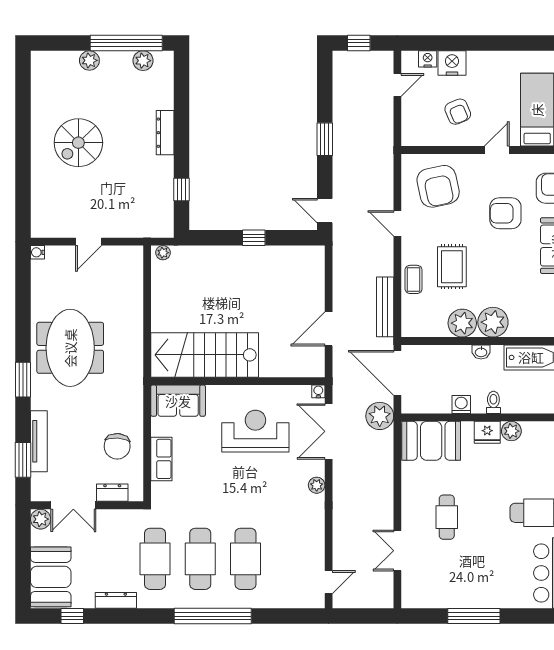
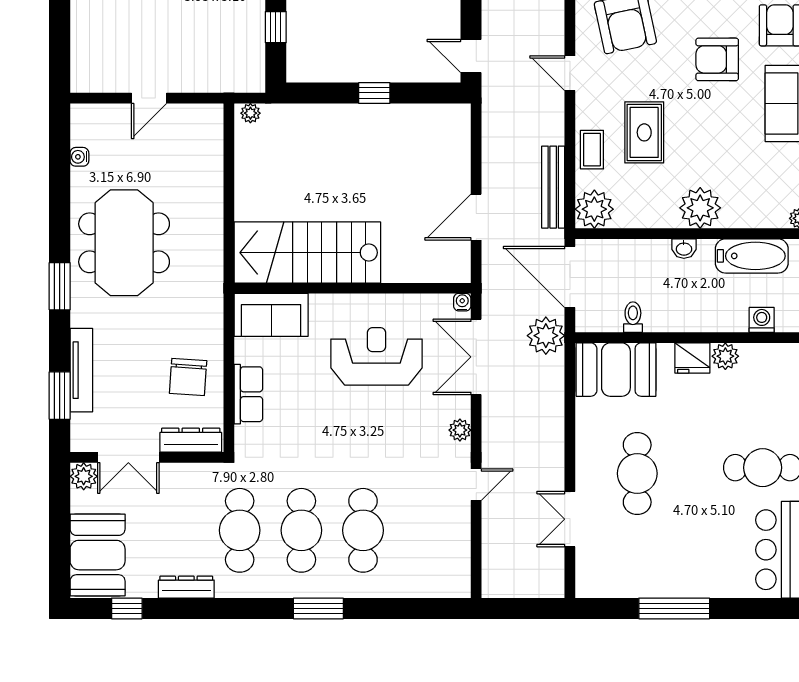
water cooler: (37, 252) -> (79, 157), moved
plant: (462, 323) -> (594, 209), moved
toilet: (493, 402) -> (633, 317), moved
washing machine: (461, 404) -> (762, 320), moved
dresser: (112, 493) -> (191, 440), width x1.44
cafe table: (447, 517) -> (637, 473), width x1.37, depth x1.35
door: (329, 582) -> (476, 485), moved
window: (213, 616) -> (318, 608), width x0.47

